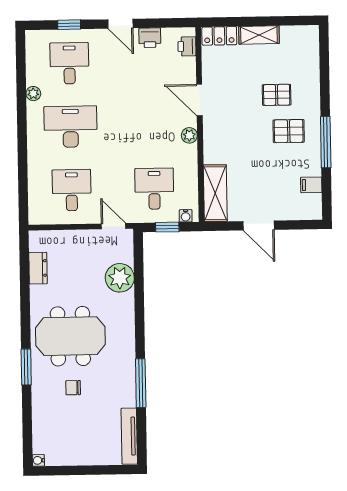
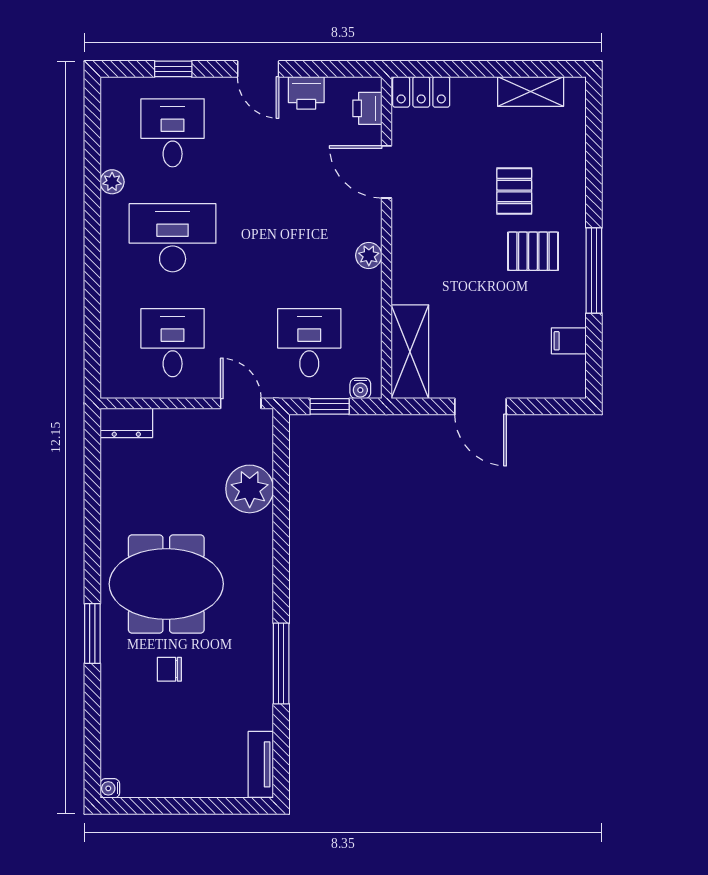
shelving: (259, 35) -> (531, 92), moved
pallet: (277, 95) -> (514, 191), turned 90
door: (199, 100) -> (386, 172), moved
dresser: (38, 268) -> (126, 423), moved, turned 90
tv unit: (129, 436) -> (261, 764), width x0.71

